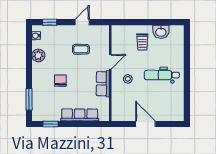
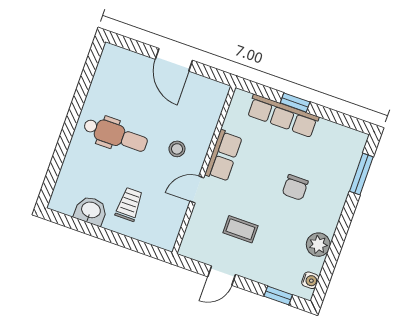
window: (50, 124) -> (295, 102), moved

